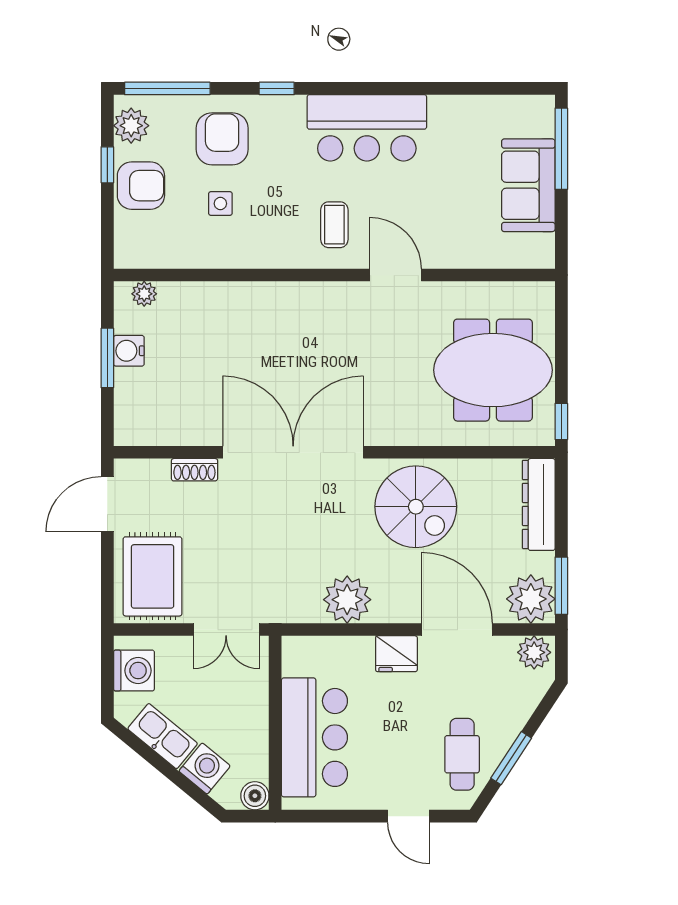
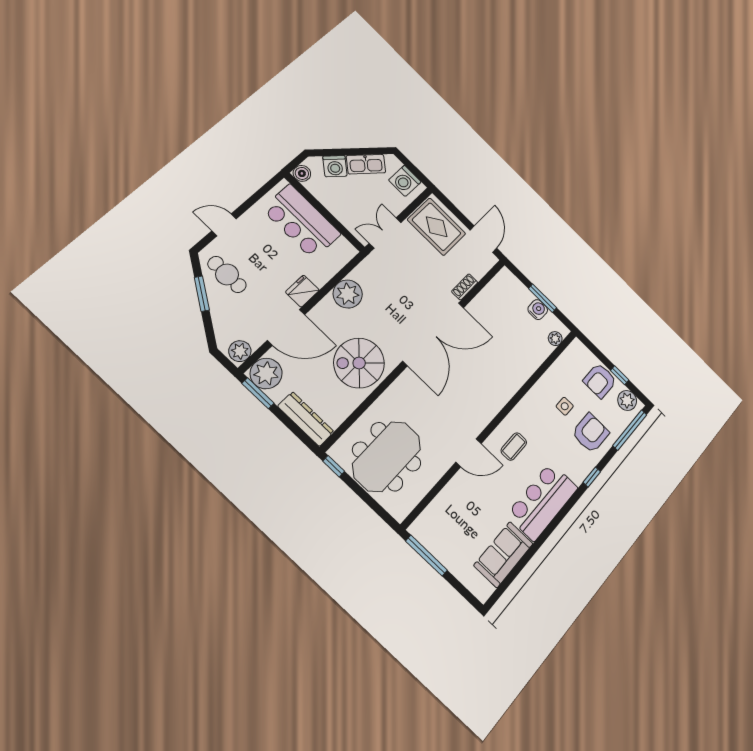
armchair: (222, 139) -> (590, 433), turned -90
window: (561, 149) -> (426, 556), moved
sofa: (528, 185) -> (504, 555), moved, turned -90
coffee table: (334, 225) -> (514, 447), turned 90

